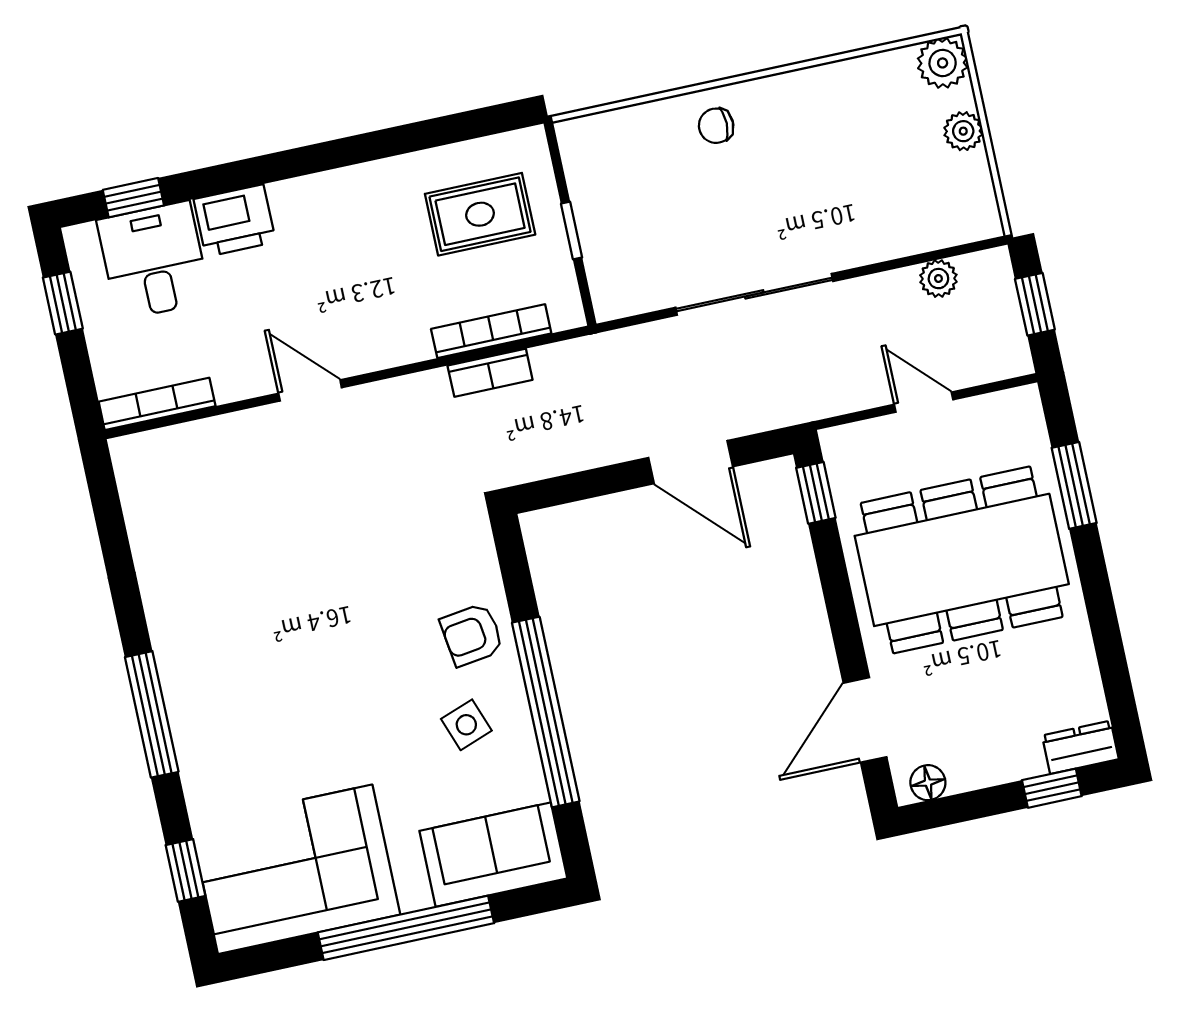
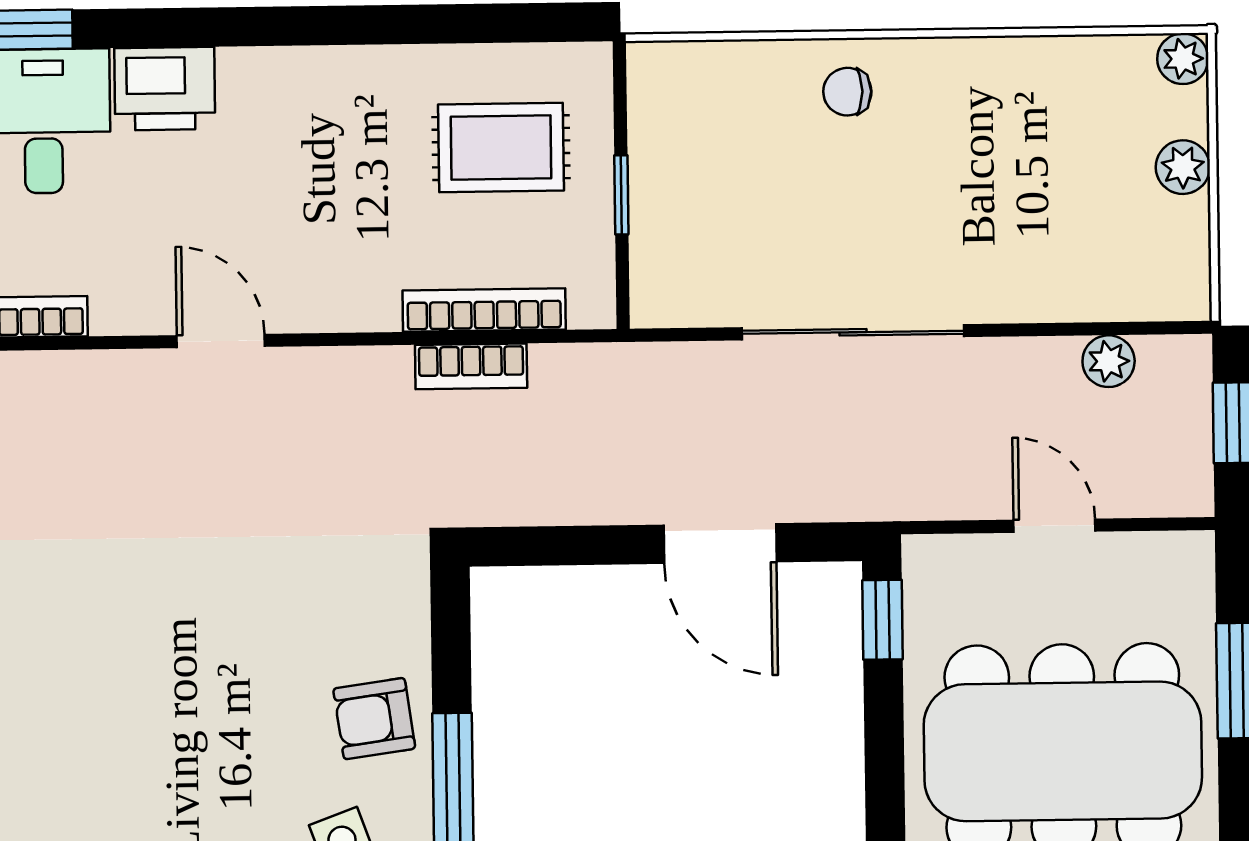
plant: (943, 63) -> (1183, 59), width x0.73, depth x0.73

